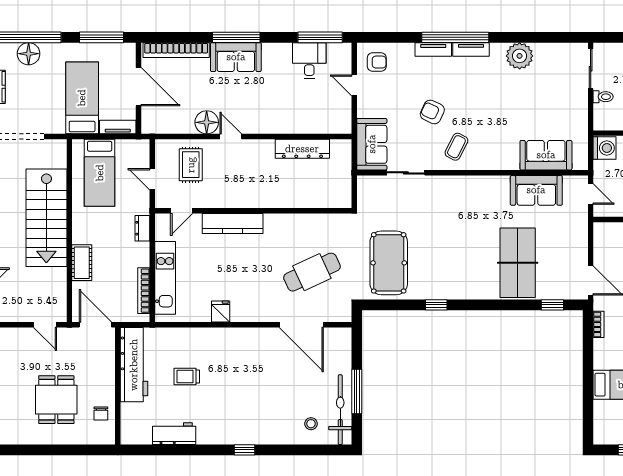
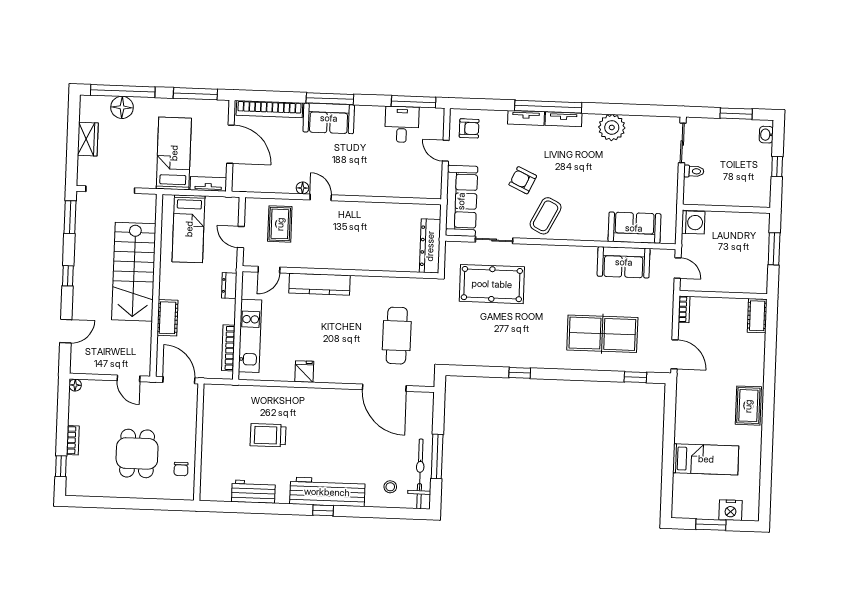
floor lamp: (207, 122) -> (303, 188), width x0.53, depth x0.53
sofa: (372, 144) -> (461, 201), width x1.36
coffee table: (456, 147) -> (546, 216), width x1.36, depth x1.30
dresser: (302, 149) -> (430, 246), moved, turned 90
pool table: (389, 263) -> (492, 284), moved, turned 90
table tennis table: (518, 263) -> (602, 334), turned 90
cafe table: (312, 272) -> (397, 336), turned -65
bookcase: (599, 324) -> (684, 309), moved
workbench: (134, 365) -> (327, 492), moved, turned -90
trolley: (187, 377) -> (268, 435), width x1.36, depth x1.39

